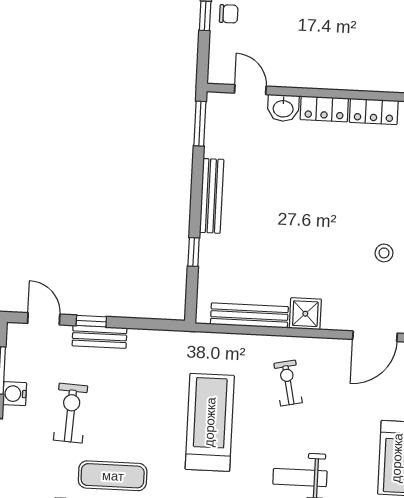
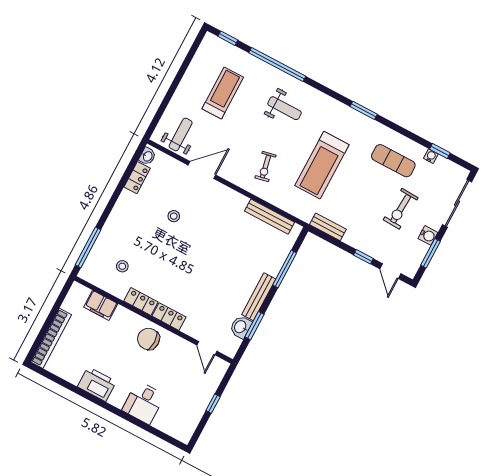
chair: (229, 14) -> (148, 339), moved, width x1.87, depth x1.87
washbasin: (283, 108) -> (241, 327), moved, turned -90
window: (200, 124) -> (254, 326), moved
window: (194, 252) -> (285, 269), width x2.17
shower: (305, 314) -> (236, 202), removed
bench: (99, 337) -> (328, 227), moved

